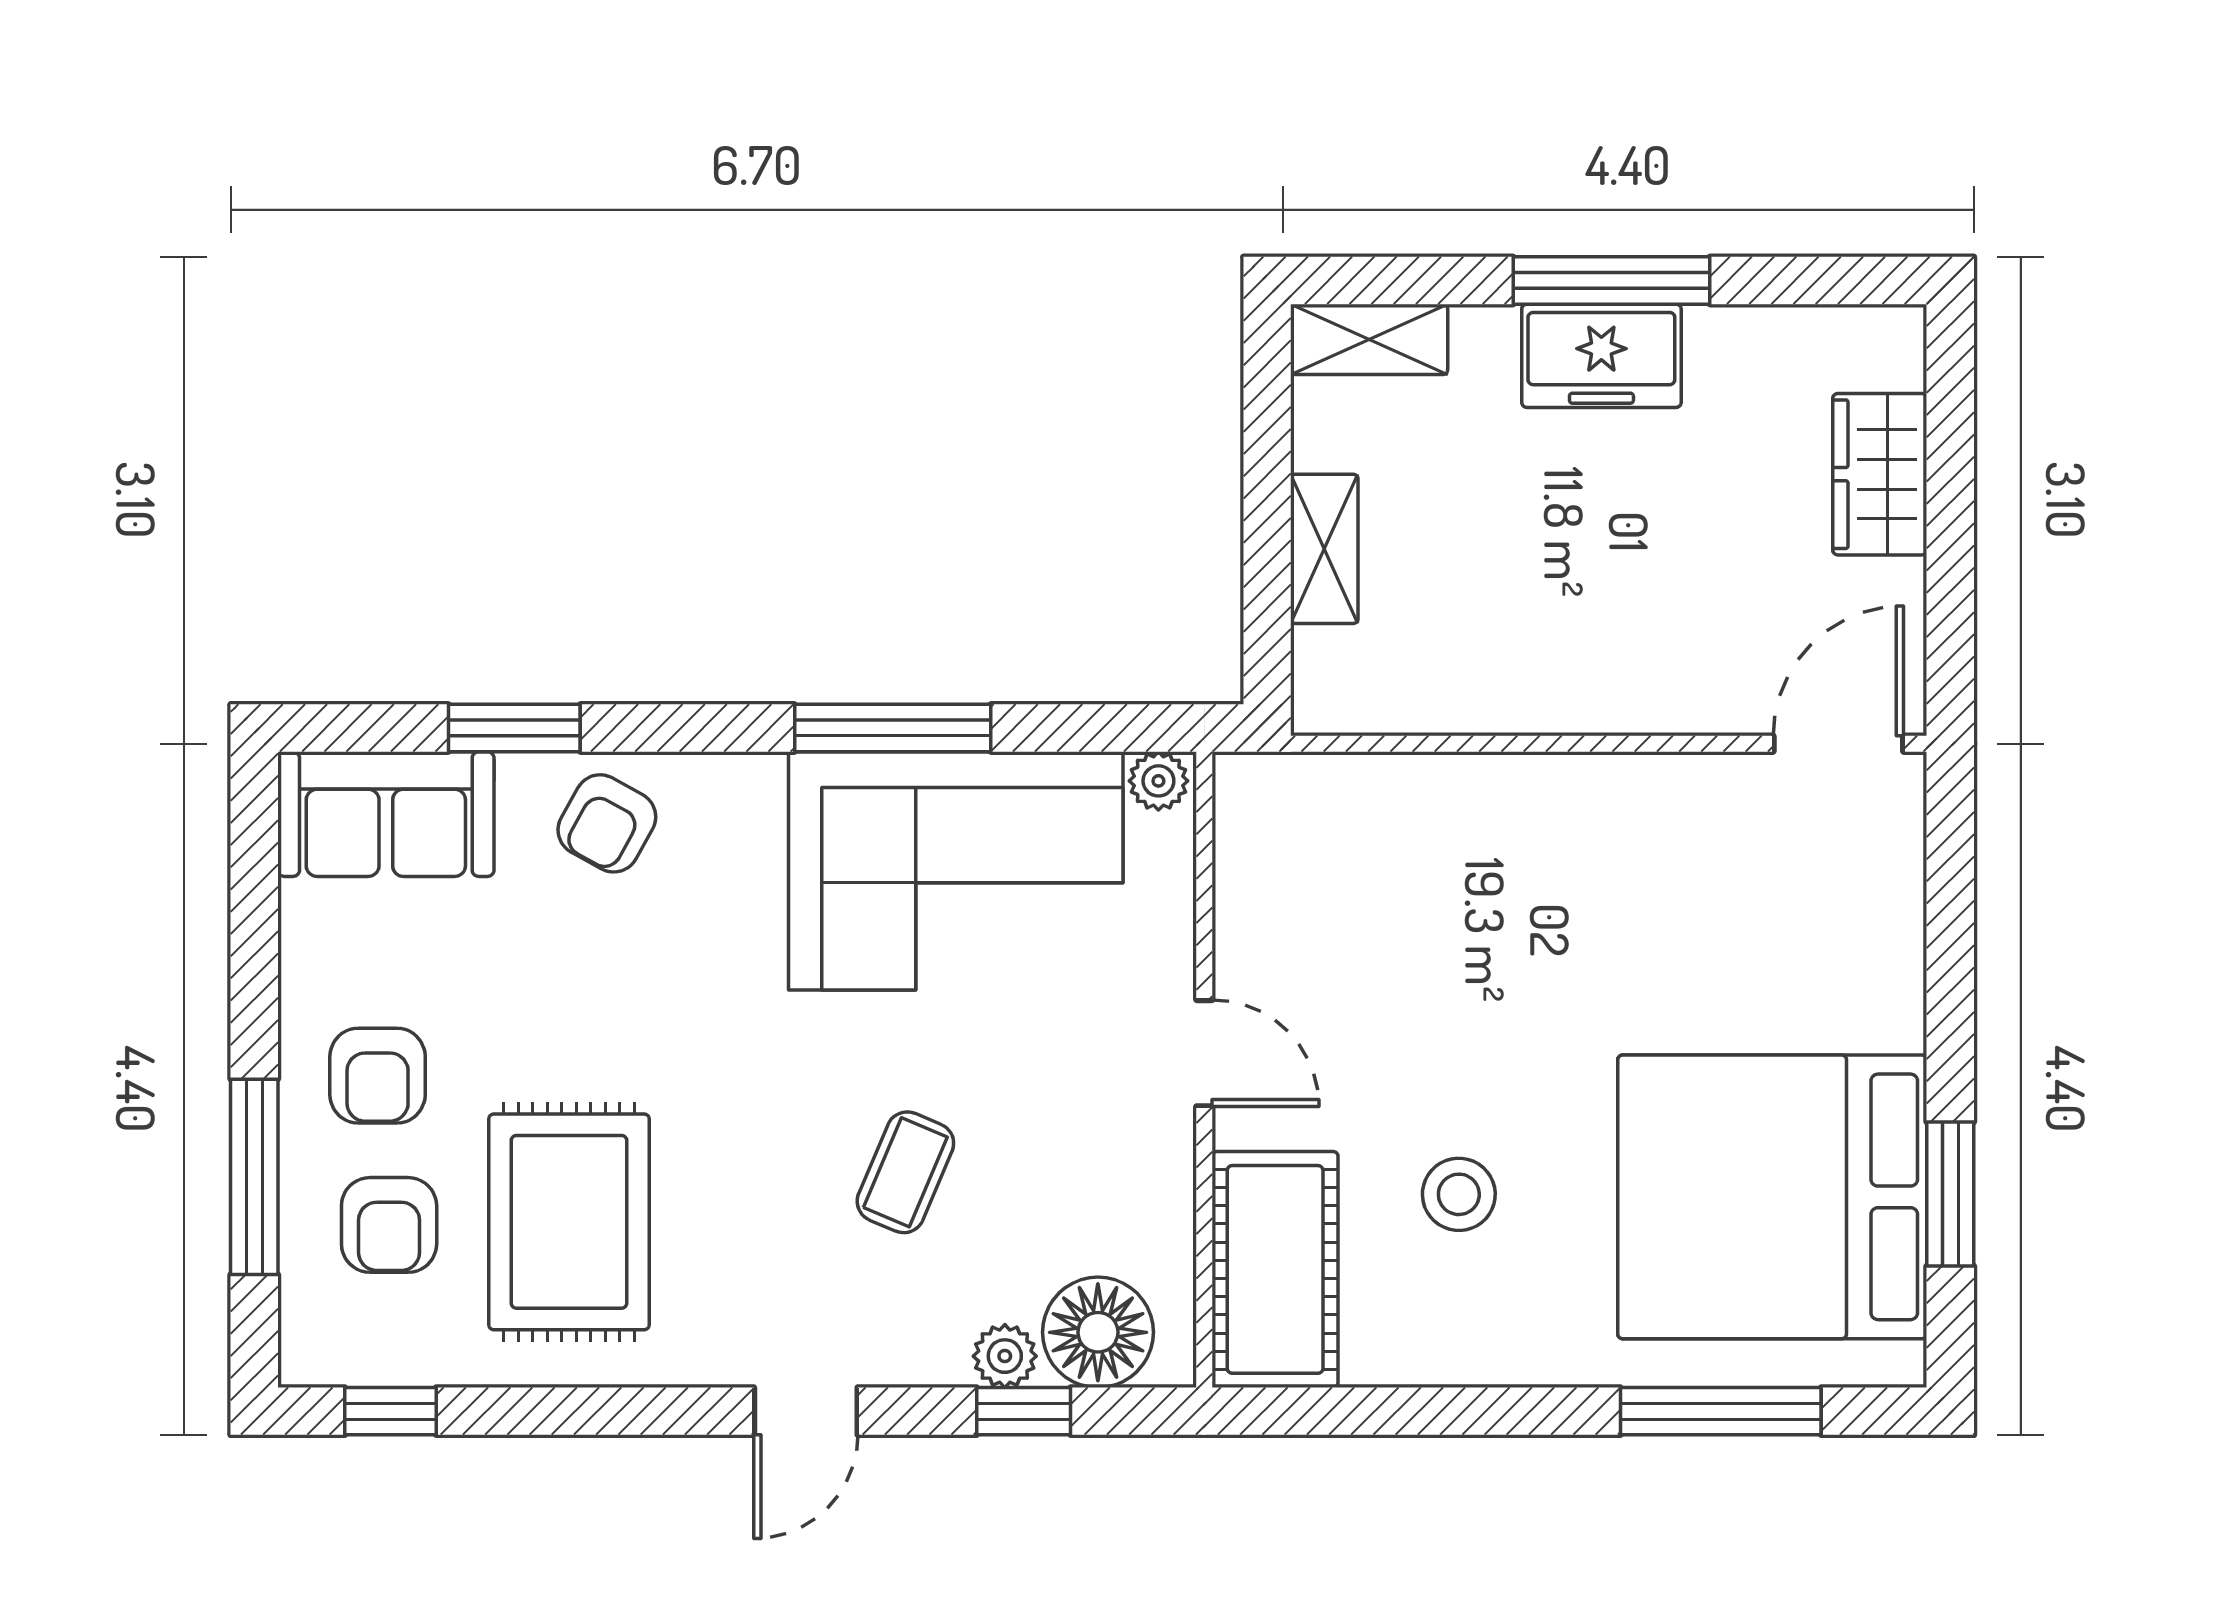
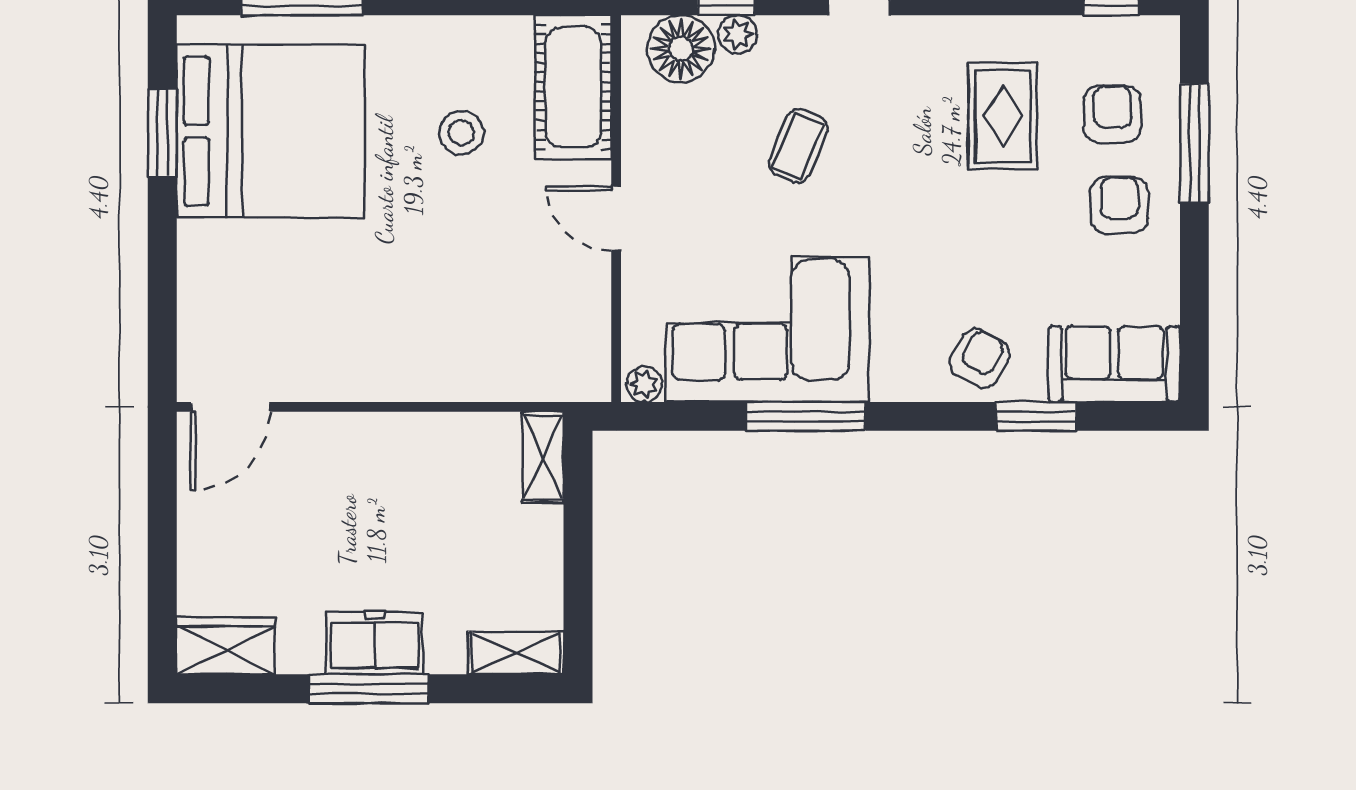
wardrobe: (1880, 474) -> (226, 646), moved, turned -90
shelving: (1324, 549) -> (543, 457), moved
rug: (569, 1222) -> (1003, 116), width x0.73, depth x0.70

